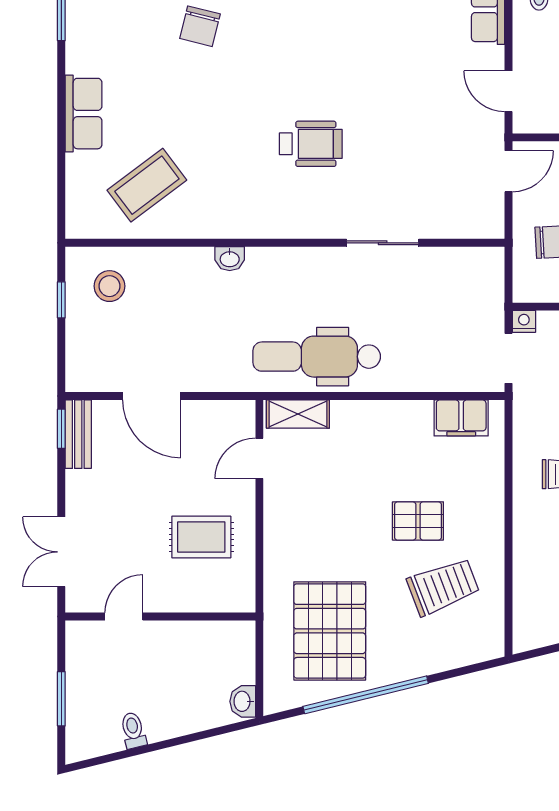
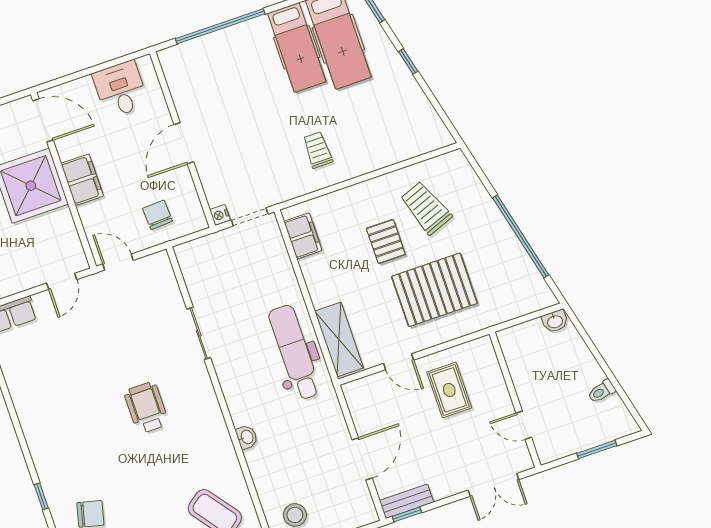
dental chair: (317, 357) -> (295, 352), turned 180
shelving: (298, 414) -> (339, 339), width x1.50, depth x1.33
door: (259, 458) -> (399, 362), moved
pallet: (330, 631) -> (434, 290), moved

